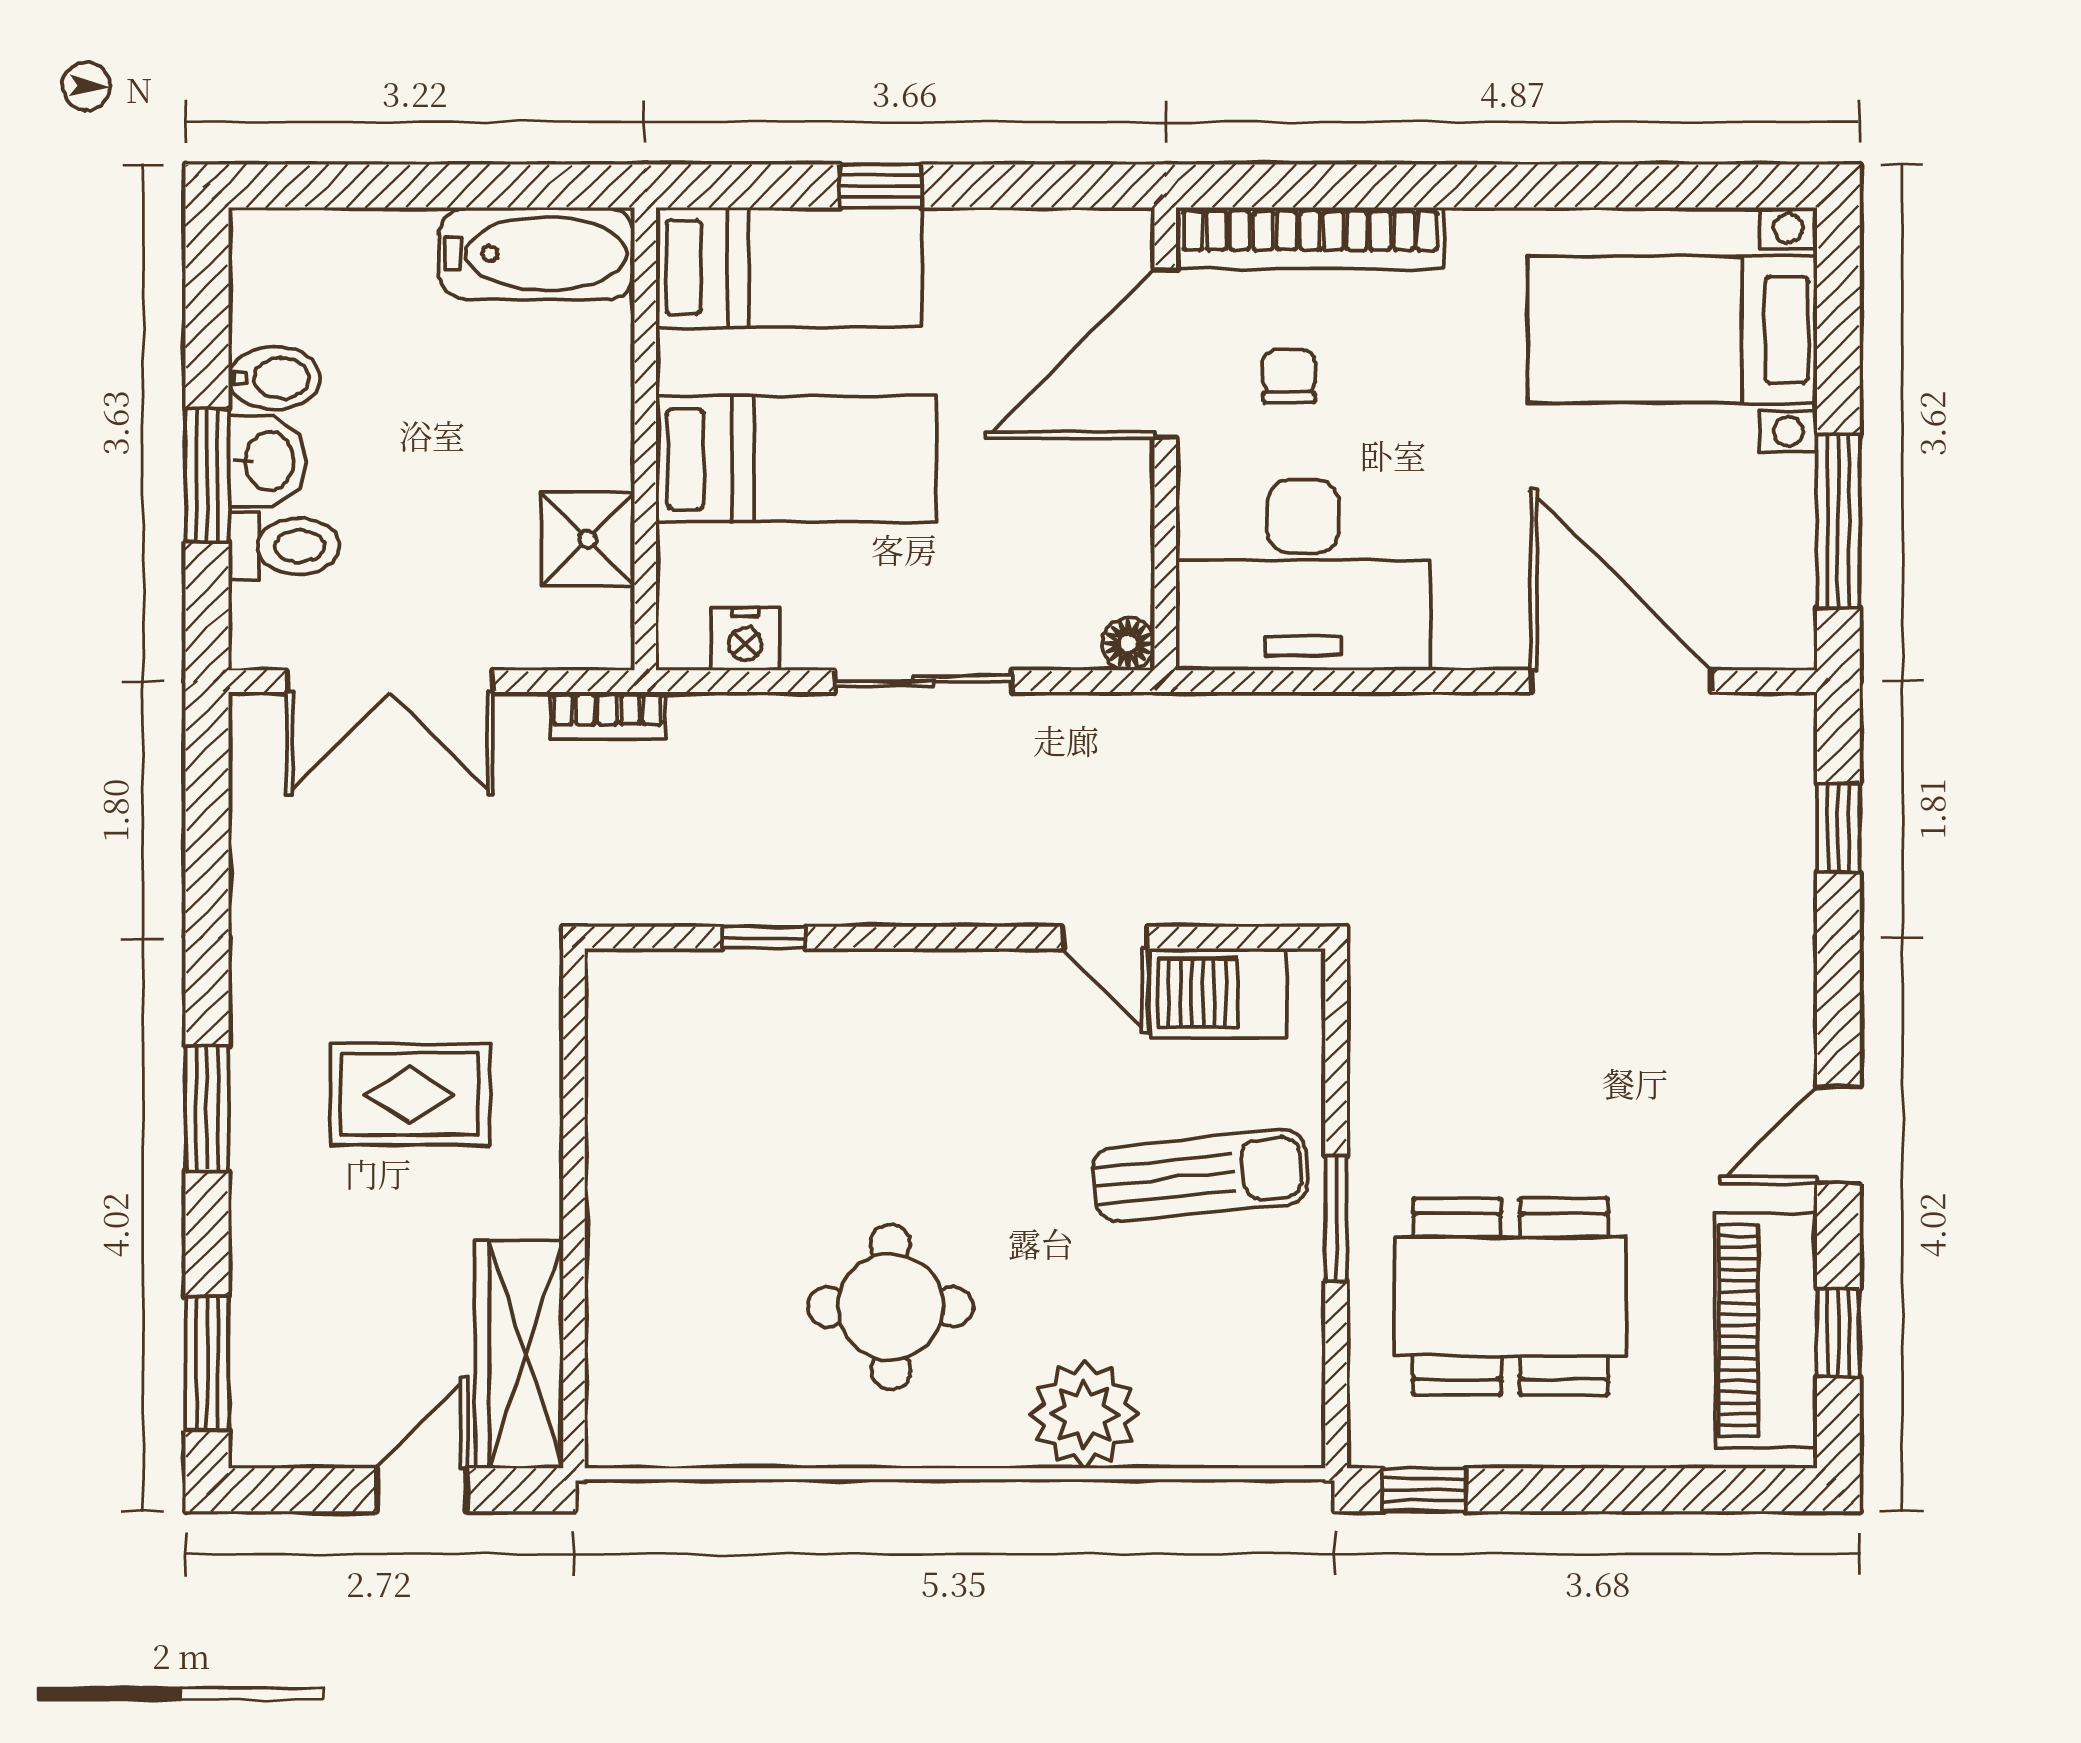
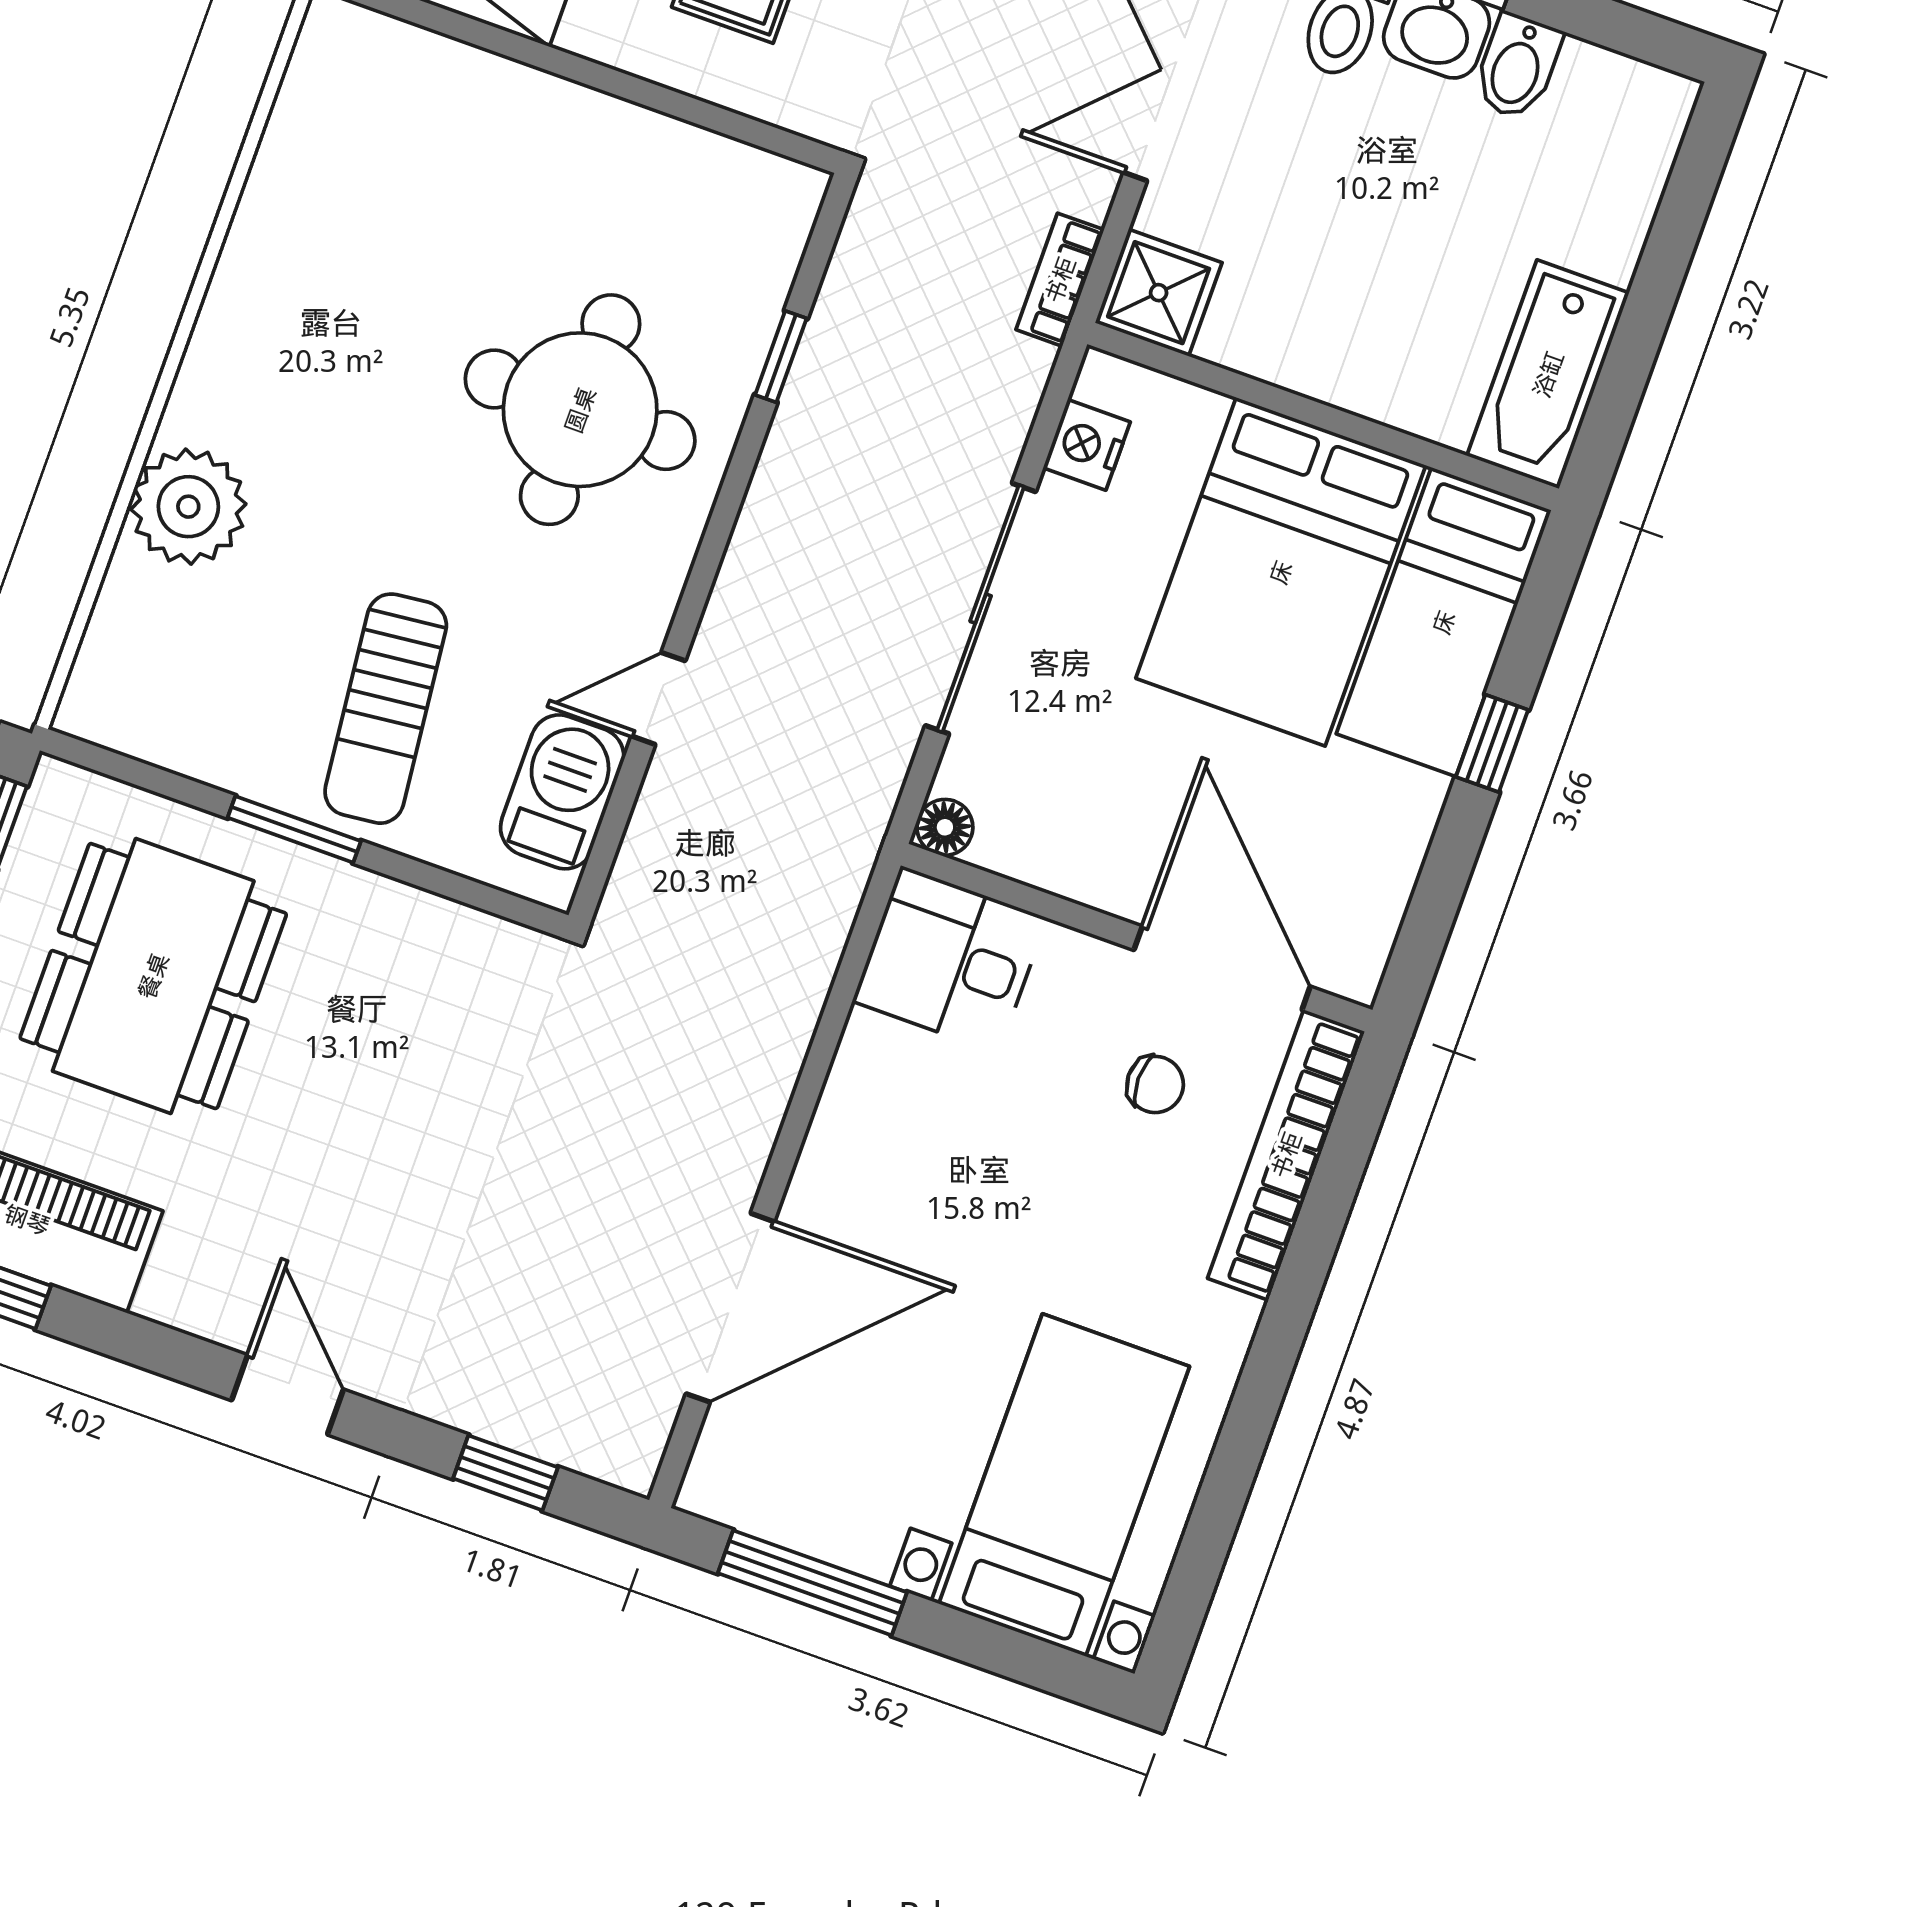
bed: (796, 459) -> (1281, 572), width x1.50
shower: (588, 539) -> (1159, 293), moved
desk: (1303, 575) -> (950, 960), width x0.53, depth x0.77
sliding door: (924, 681) -> (981, 609), width x1.37
door: (1838, 1135) -> (287, 1395), moved
round table: (890, 1307) -> (580, 410), moved, width x1.36, depth x1.36

